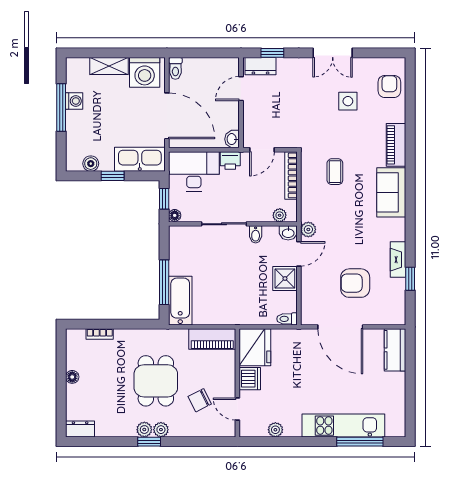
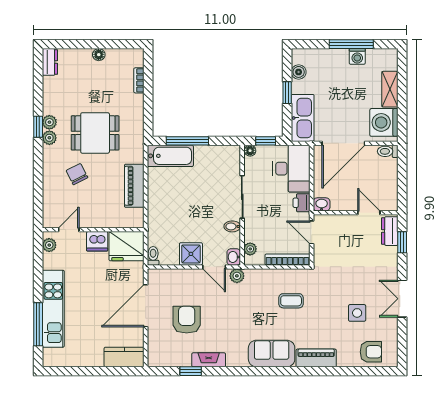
fridge: (255, 347) -> (127, 246), moved
dishwasher: (250, 379) -> (97, 241), moved
wall: (237, 383) -> (93, 230), moved
door: (237, 409) -> (69, 230), moved

